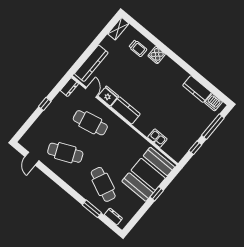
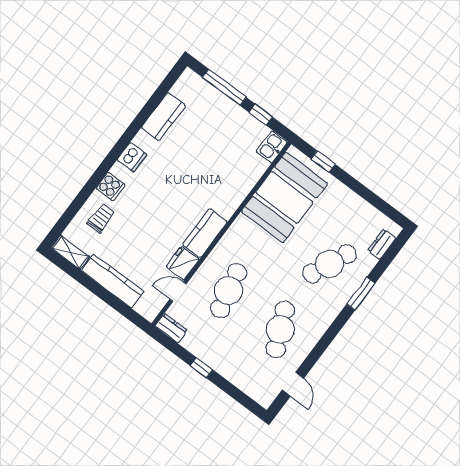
kitchen counter: (91, 63) -> (113, 281), moved
dishwasher: (214, 102) -> (132, 157), moved
kitchen sink: (157, 138) -> (272, 147), moved
door: (32, 159) -> (293, 384), hinge flipped
booth: (148, 174) -> (284, 197), moved, turned 90
window: (157, 194) -> (323, 162), moved
window: (92, 209) -> (361, 294), moved

